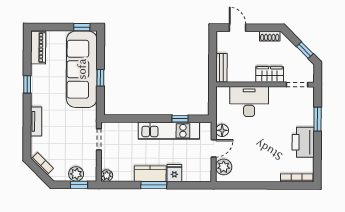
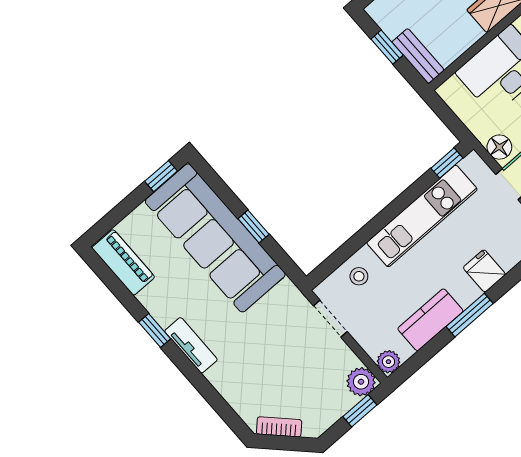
window: (213, 54) -> (387, 47), added
window: (180, 119) -> (447, 163), moved
tv unit: (36, 121) -> (191, 345), moved
stool: (124, 133) -> (359, 276), added
plant: (76, 174) -> (361, 382), moved
kitchen counter: (150, 174) -> (430, 320), moved

